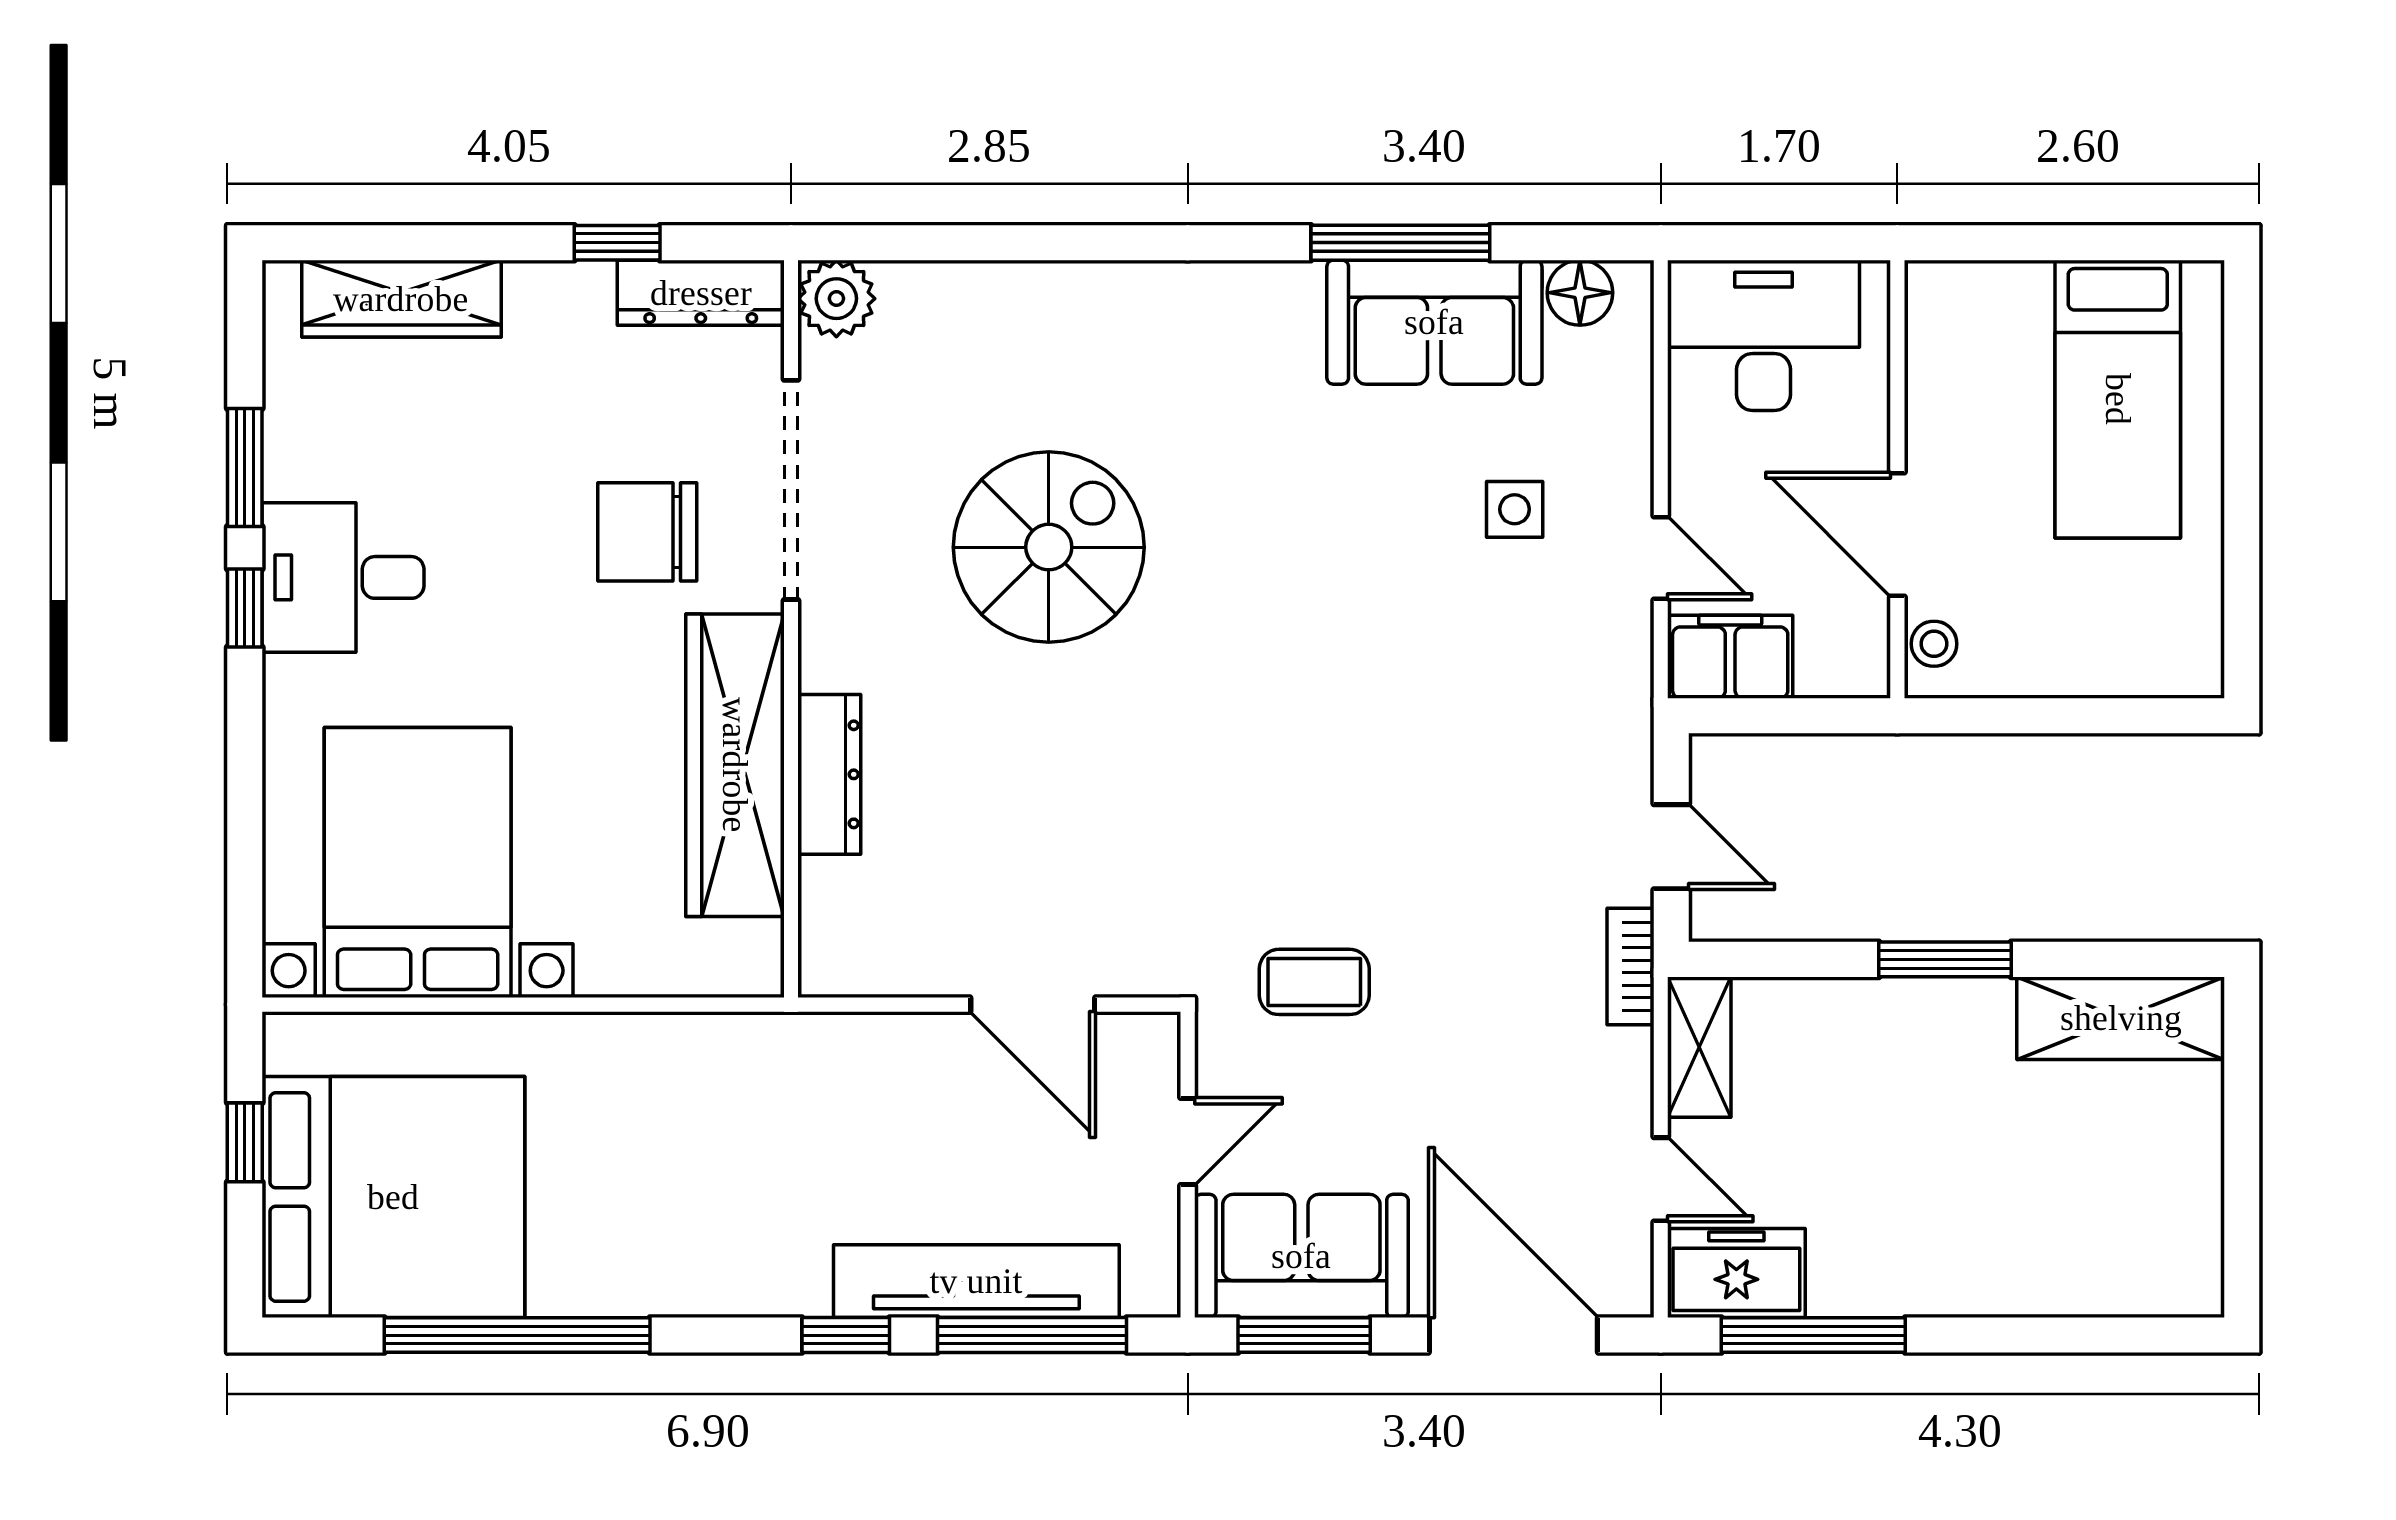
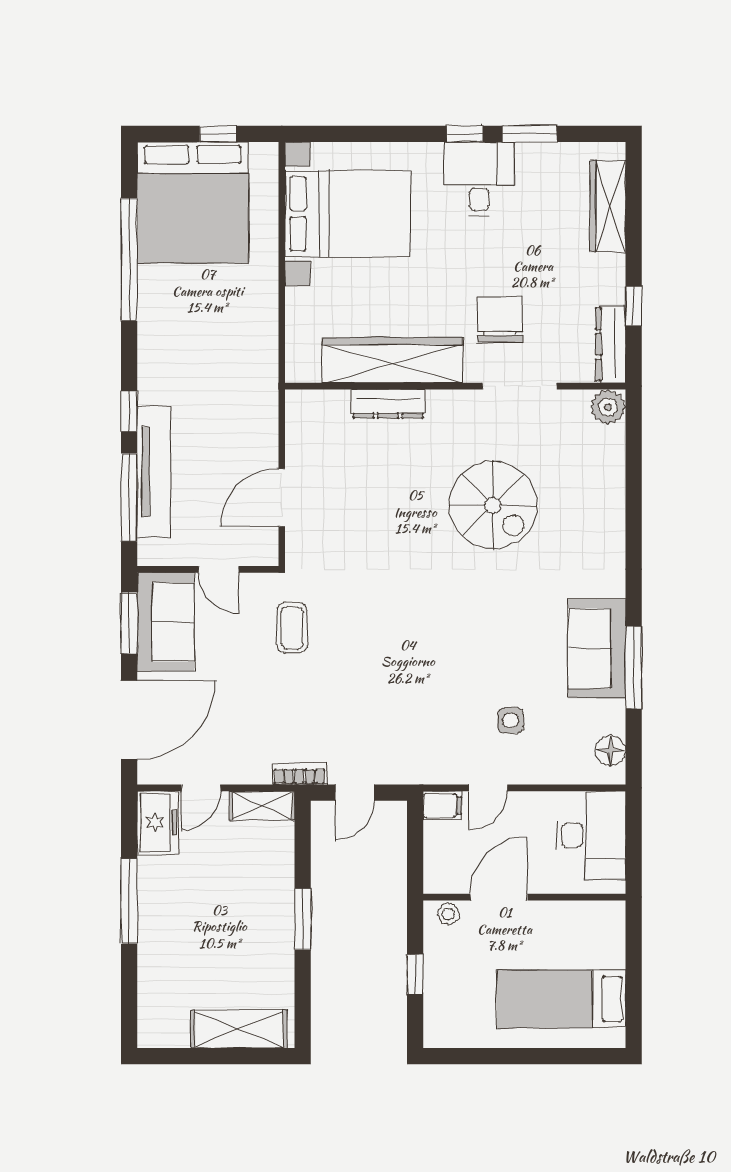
sofa: (1434, 322) -> (597, 648), moved
doorway: (791, 490) -> (519, 386), width x0.73
filing cabinet: (1730, 657) -> (442, 805), width x0.50
window: (2064, 716) -> (415, 974), added
shelving: (2121, 1018) -> (239, 1029), moved, turned 90
window: (1813, 1335) -> (129, 901), moved

